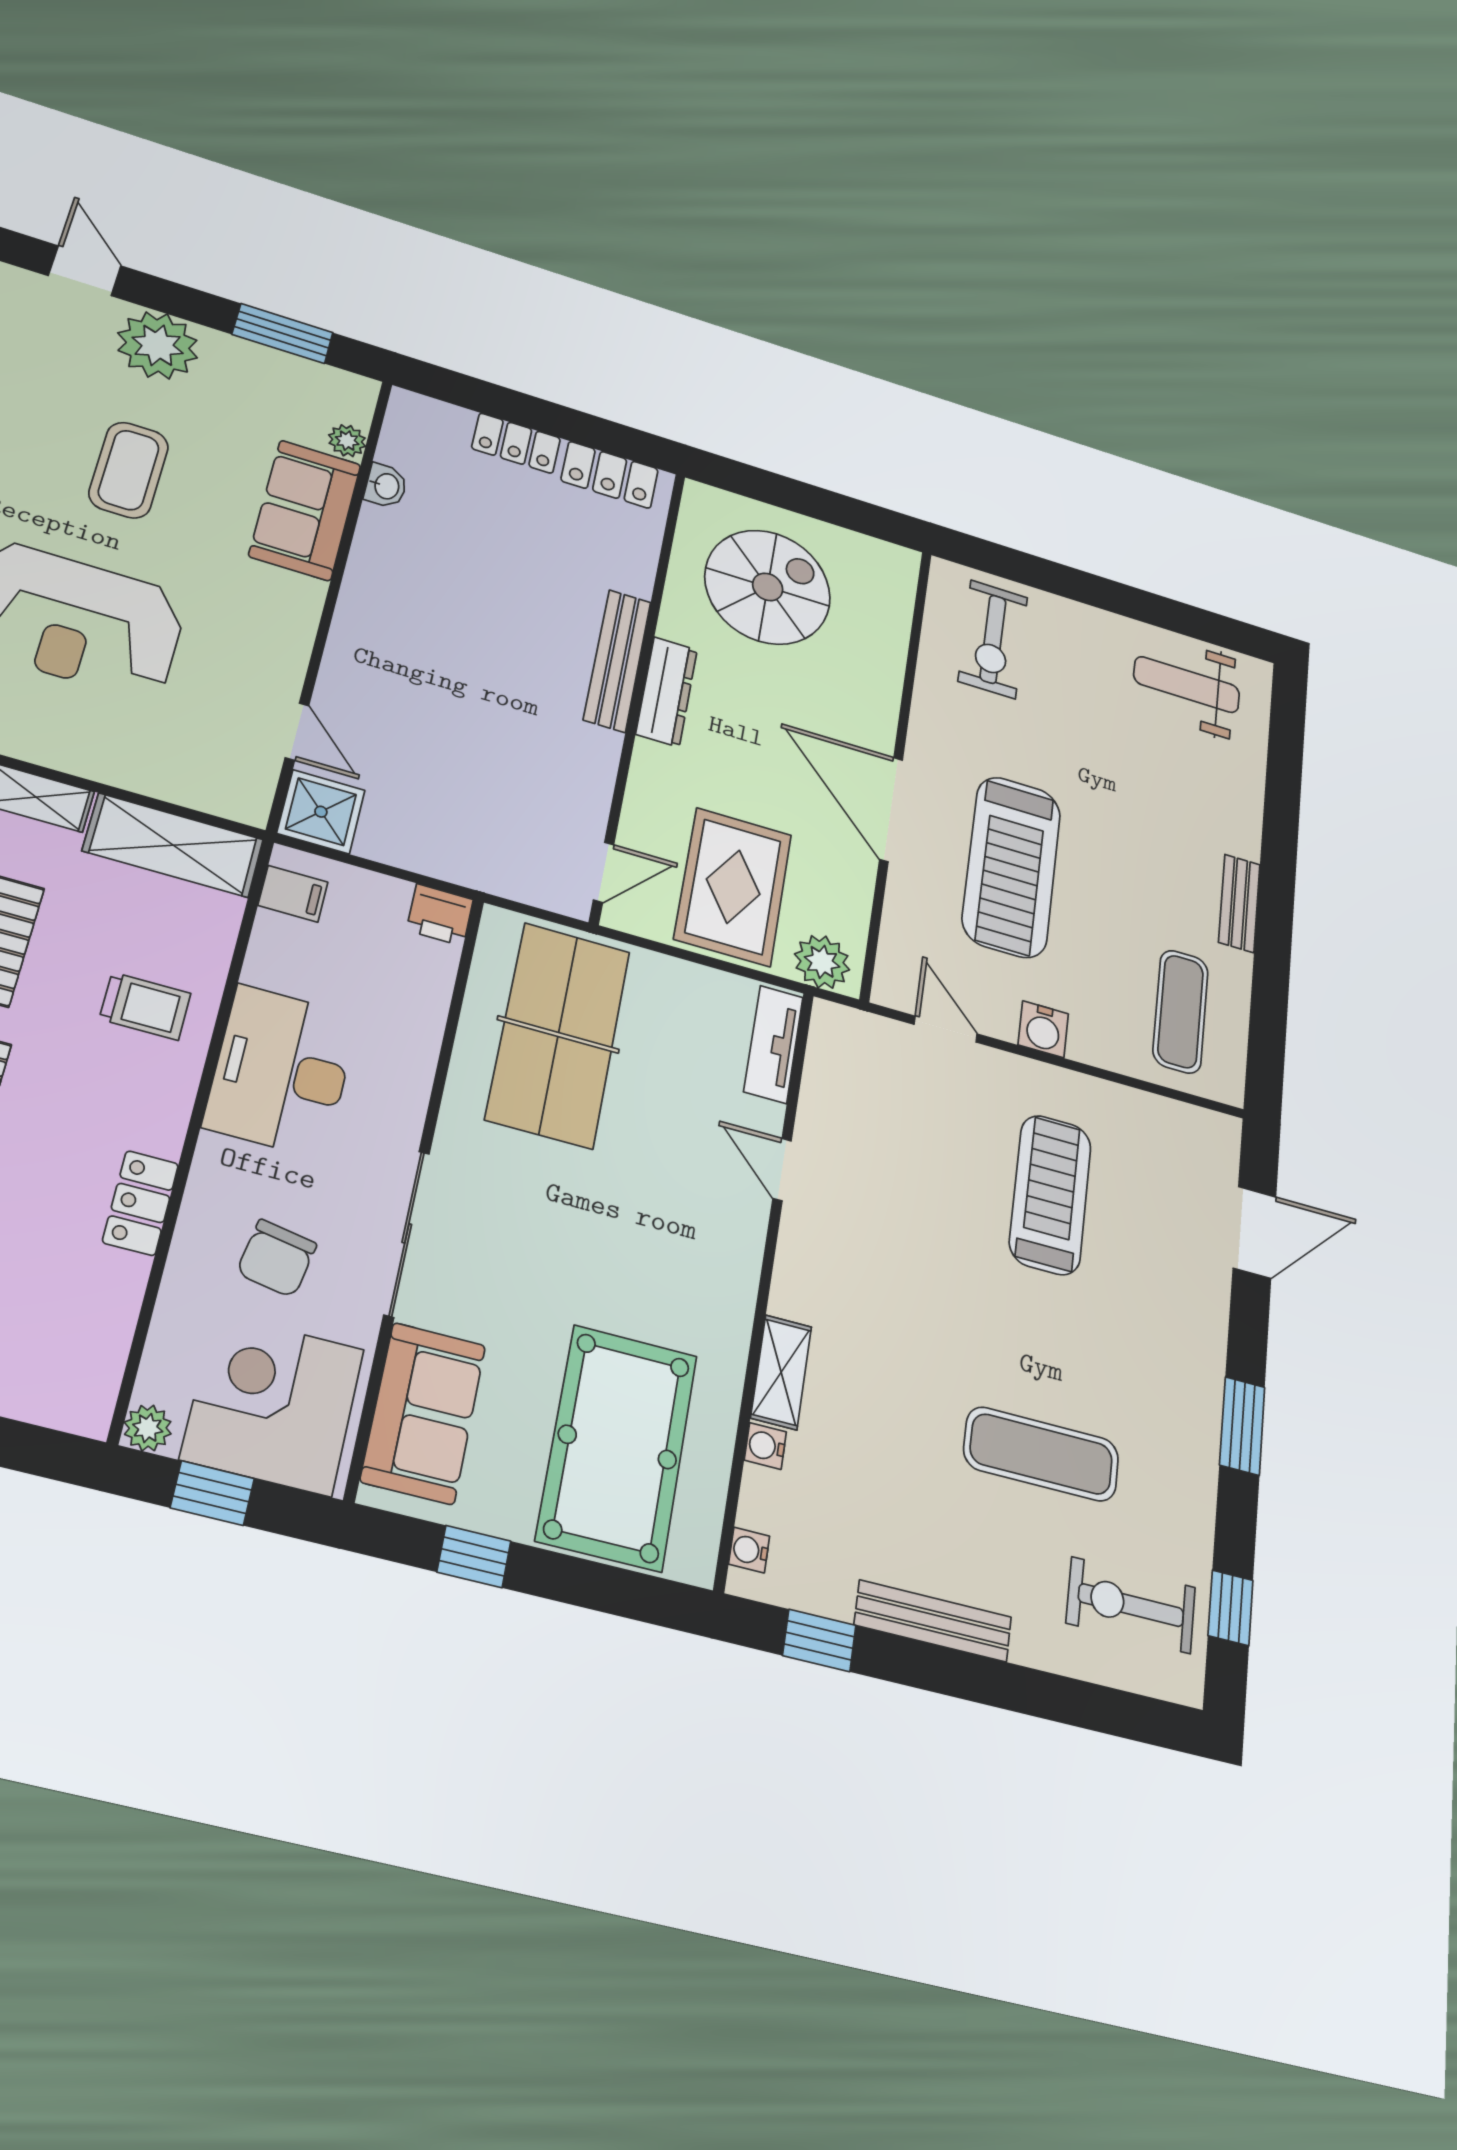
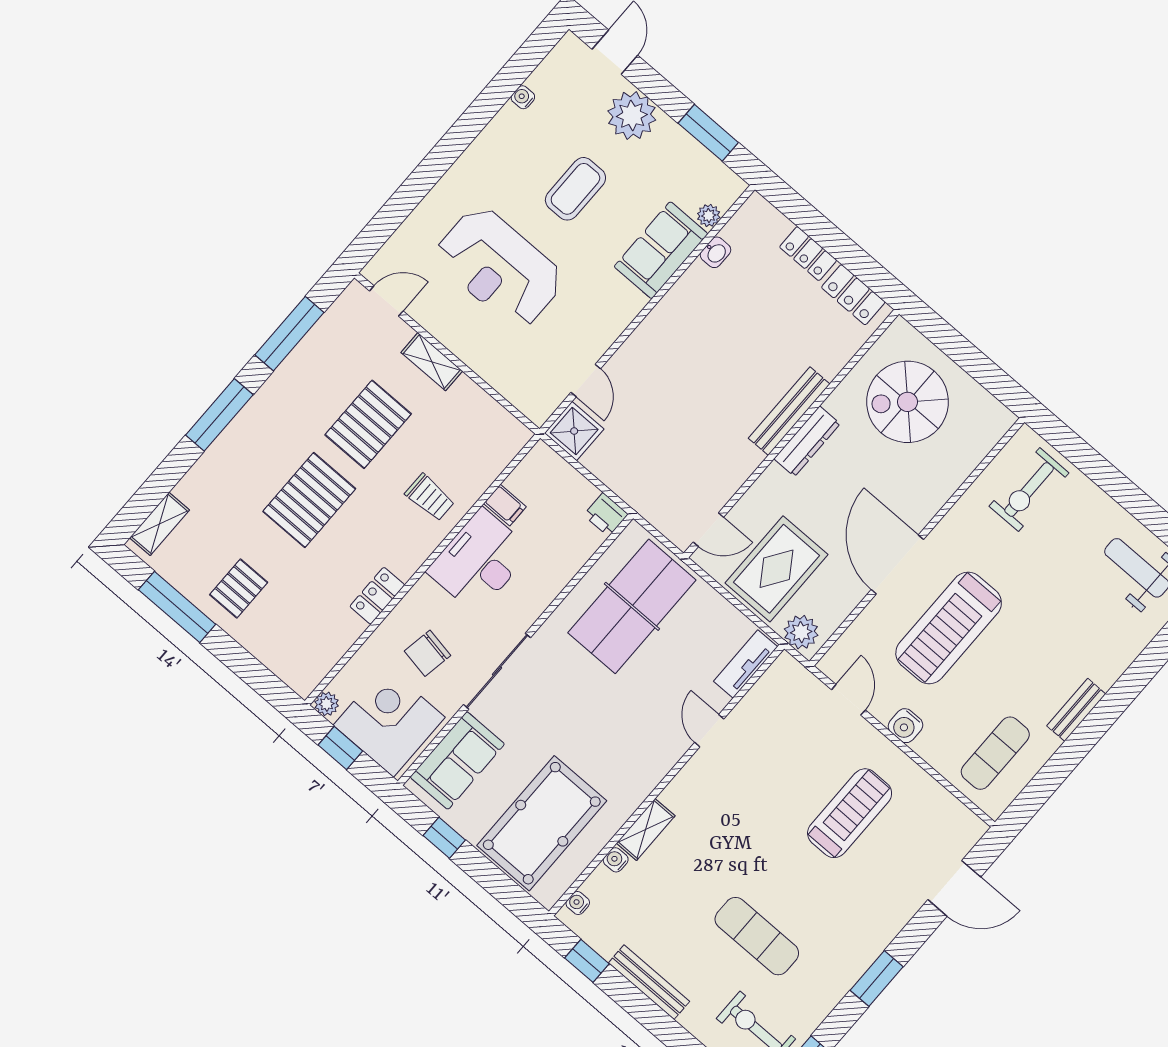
spiral stairs: (768, 587) -> (908, 402), turned 180
shelving: (173, 845) -> (488, 417), removed
filing cabinet: (293, 894) -> (505, 505), moved

